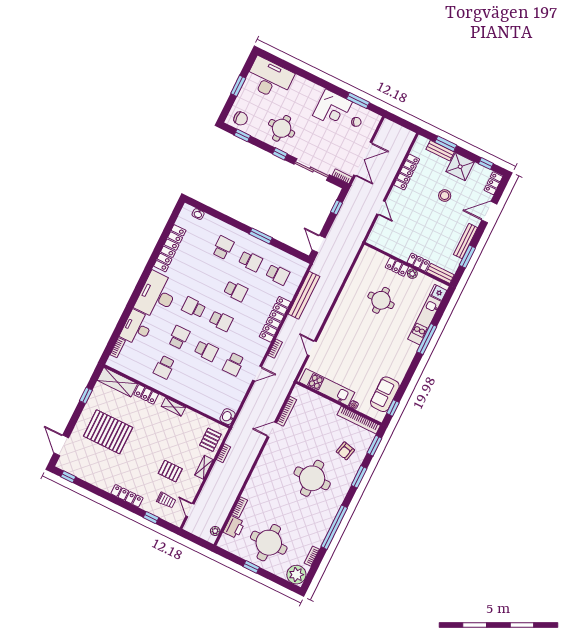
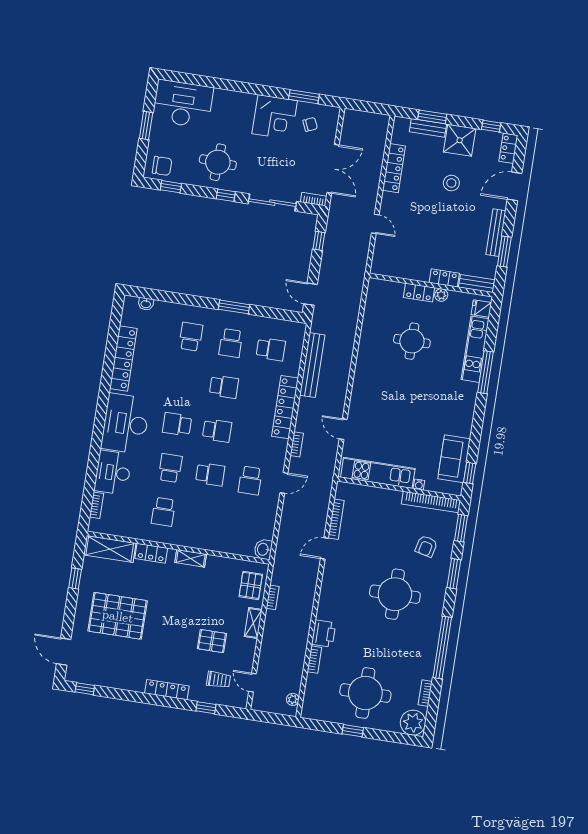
school desk: (250, 261) -> (231, 343), turned 90
printer: (234, 527) -> (324, 634), moved

